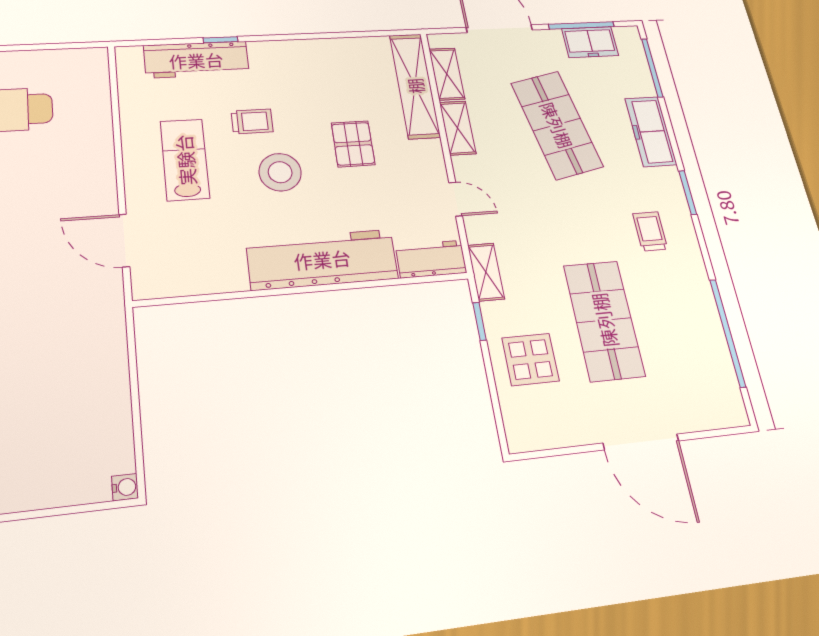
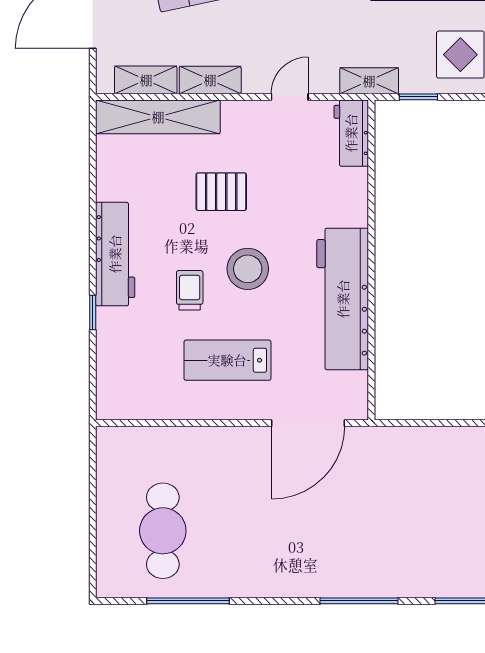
workbench: (196, 60) -> (115, 254), moved
door: (124, 241) -> (308, 423), width x1.36
workbench: (322, 259) -> (343, 299), moved

